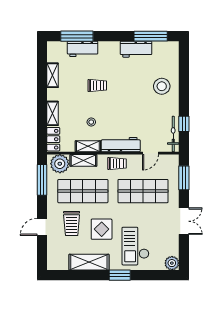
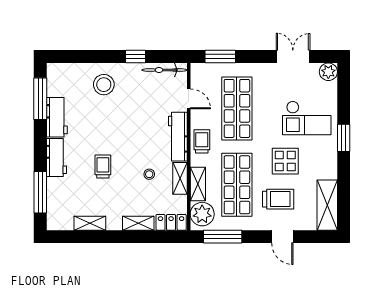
workbench: (83, 49) -> (56, 158), moved
window: (184, 124) -> (135, 57), moved
double door: (184, 221) -> (293, 57), moved
shelving: (89, 262) -> (327, 205), moved

